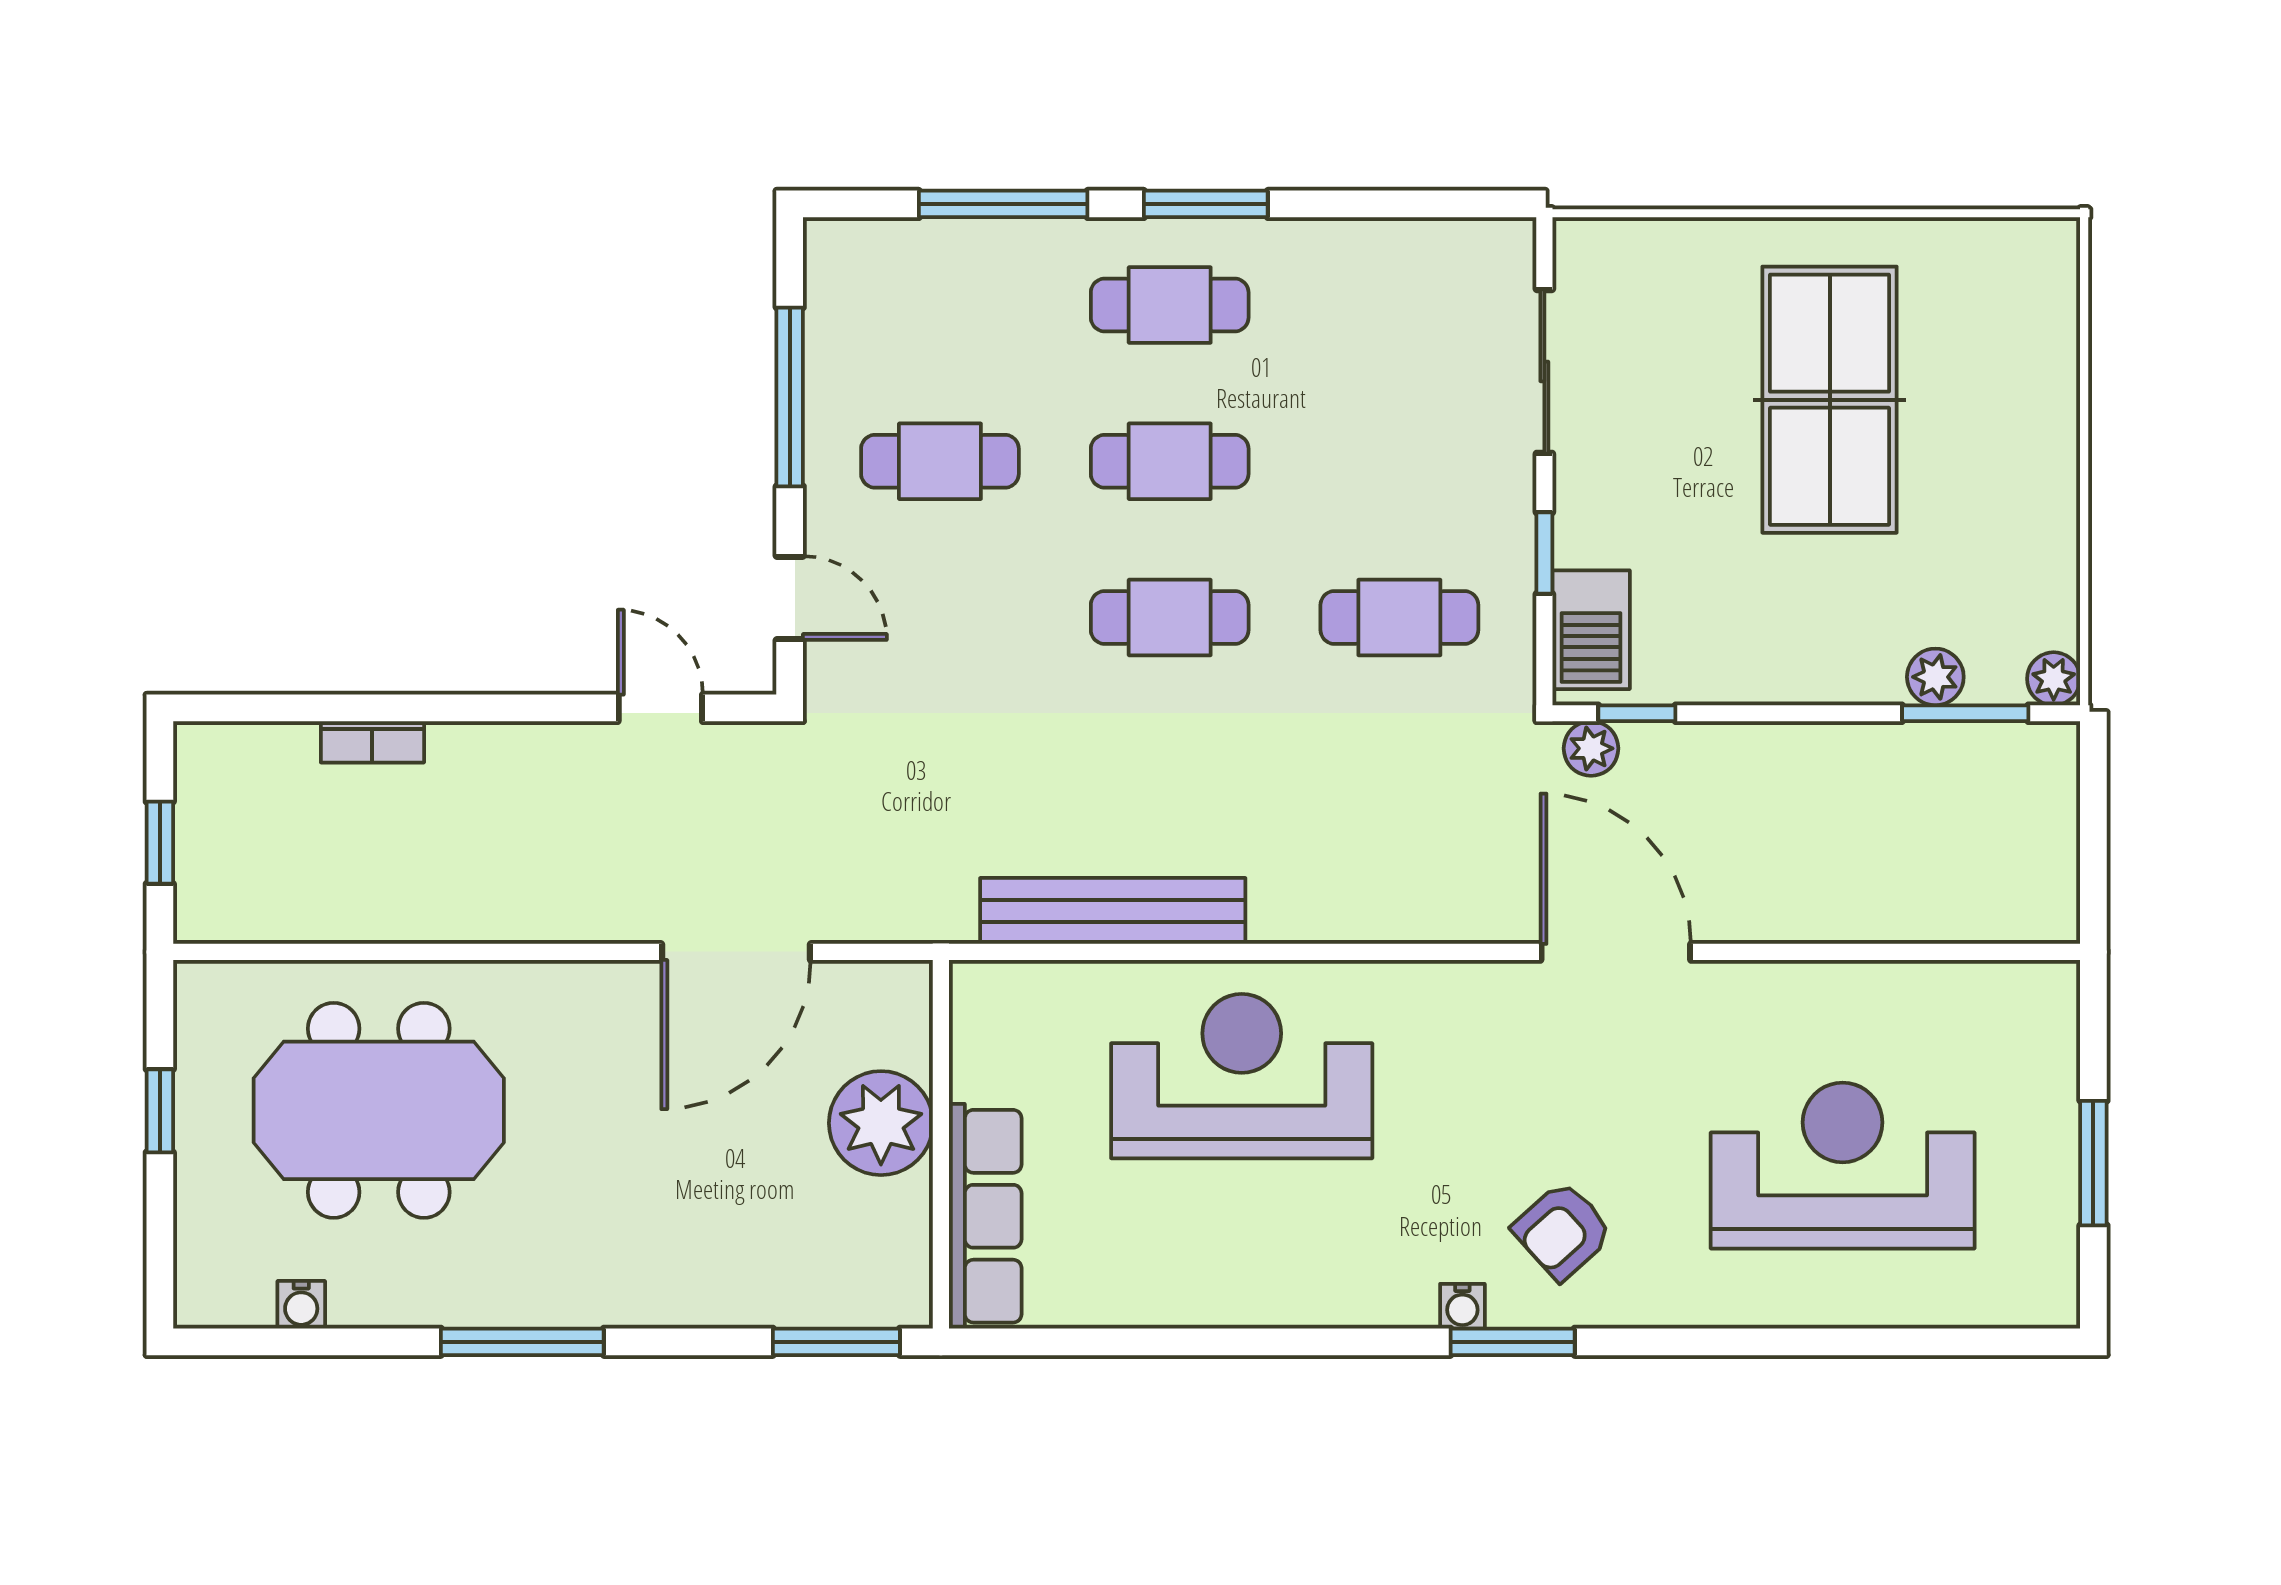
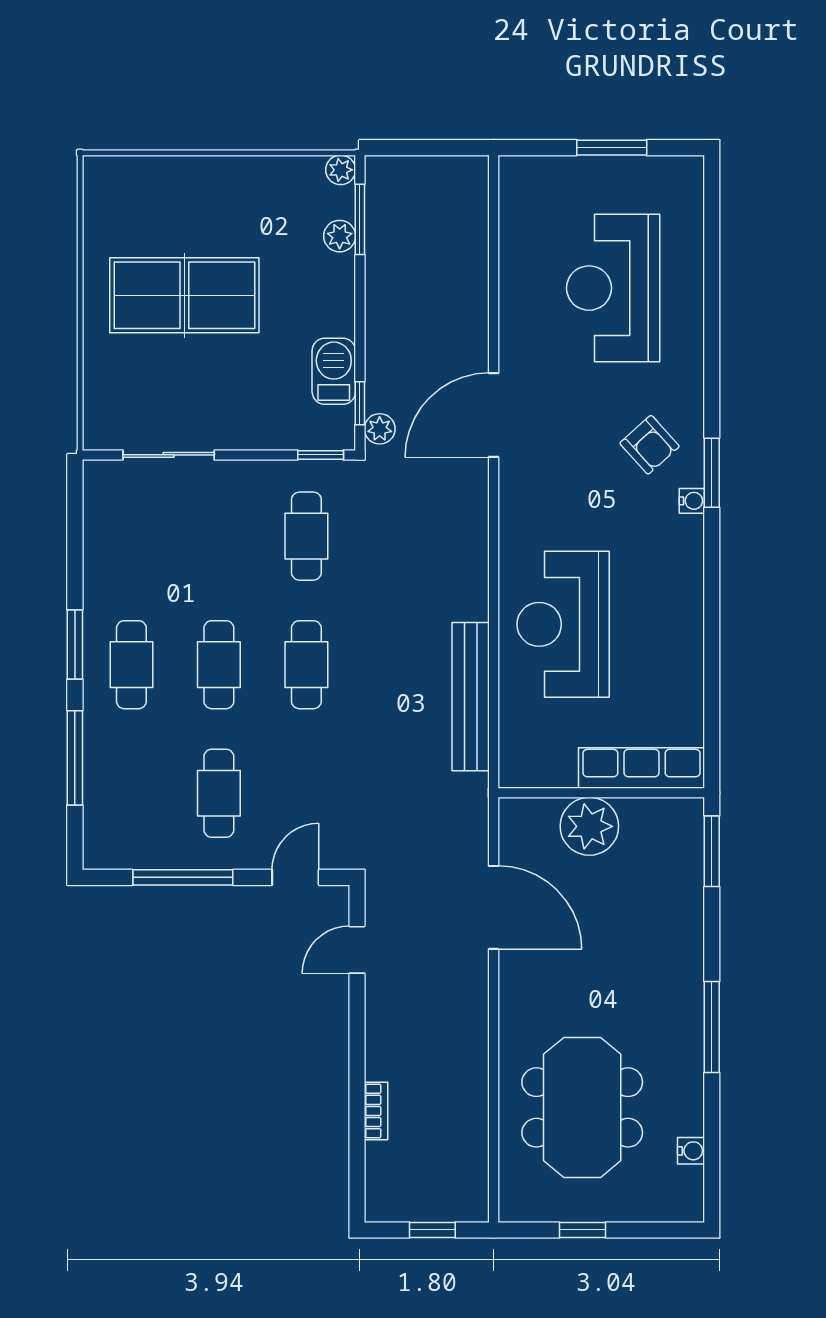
window: (1544, 553) -> (321, 455), moved
barbecue: (1591, 630) -> (334, 371), moved, turned -90

